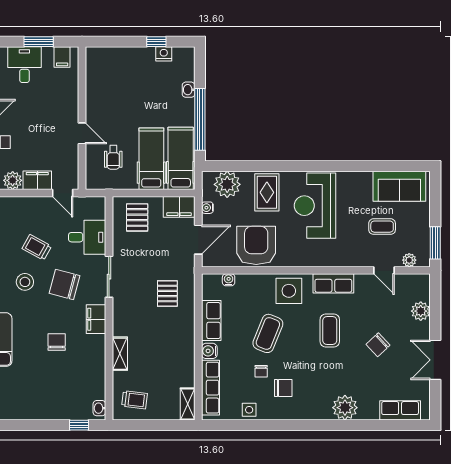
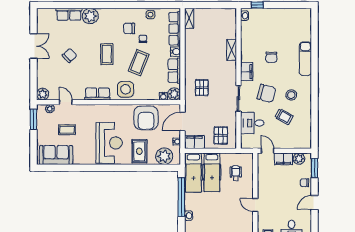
door: (82, 133) -> (255, 205), moved
plant: (211, 284) -> (174, 94), added
plant: (421, 311) -> (43, 94), moved
coffee table: (330, 330) -> (107, 54), moved
trolley: (135, 400) -> (222, 21), removed
row of seats: (400, 410) -> (69, 14), moved

